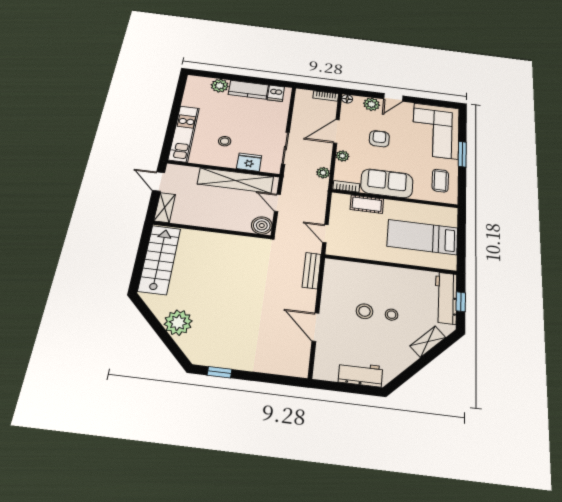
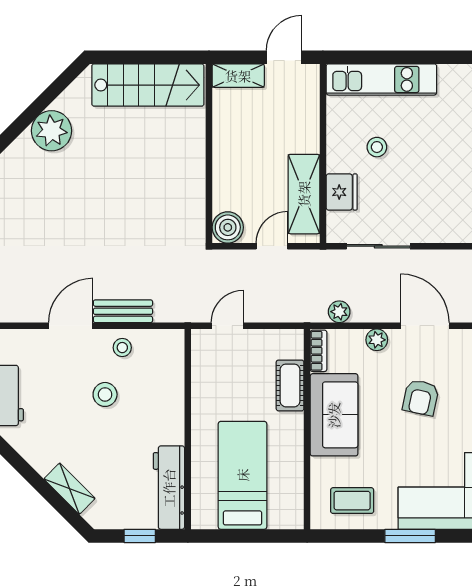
armchair: (379, 139) -> (421, 398), turned 102
shelving: (235, 180) -> (304, 194), width x0.68
bench: (312, 271) -> (123, 311), moved
workbench: (446, 298) -> (169, 488), moved, turned -90
stool: (392, 315) -> (122, 348), moved

